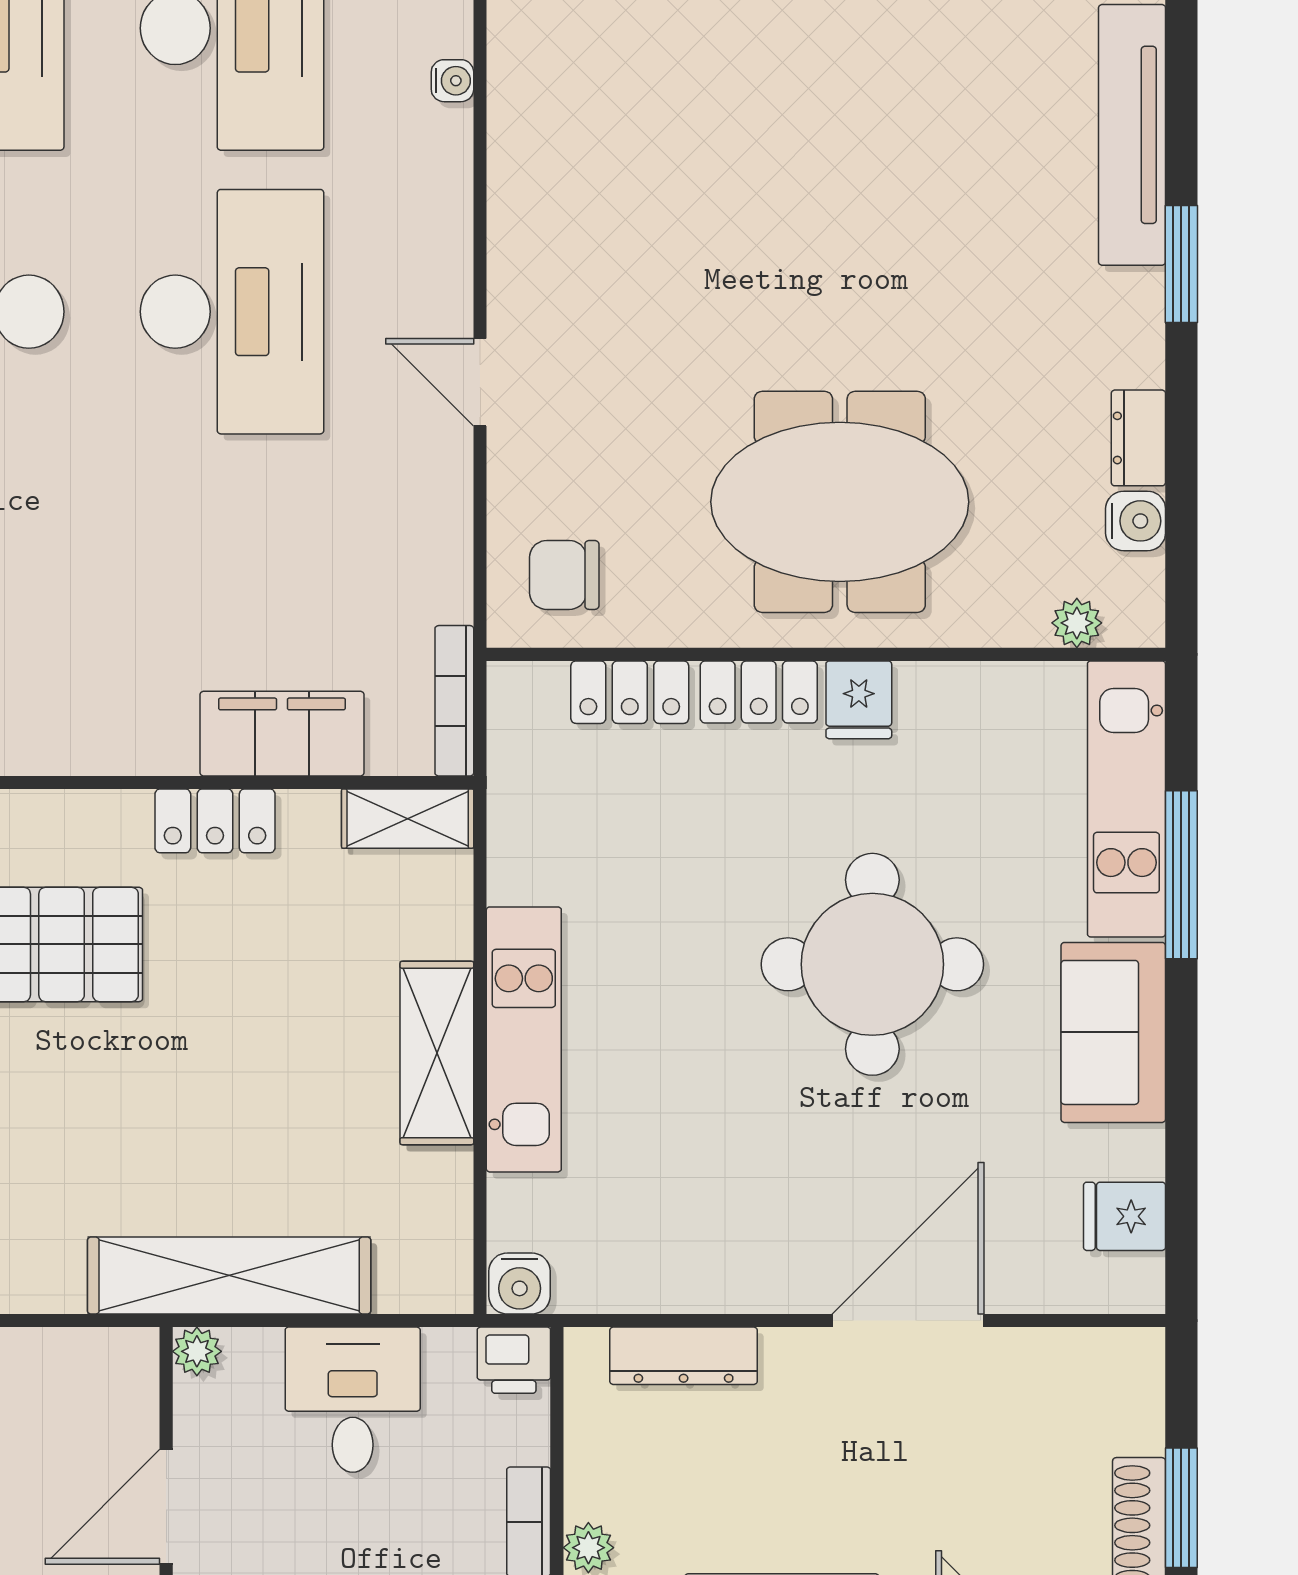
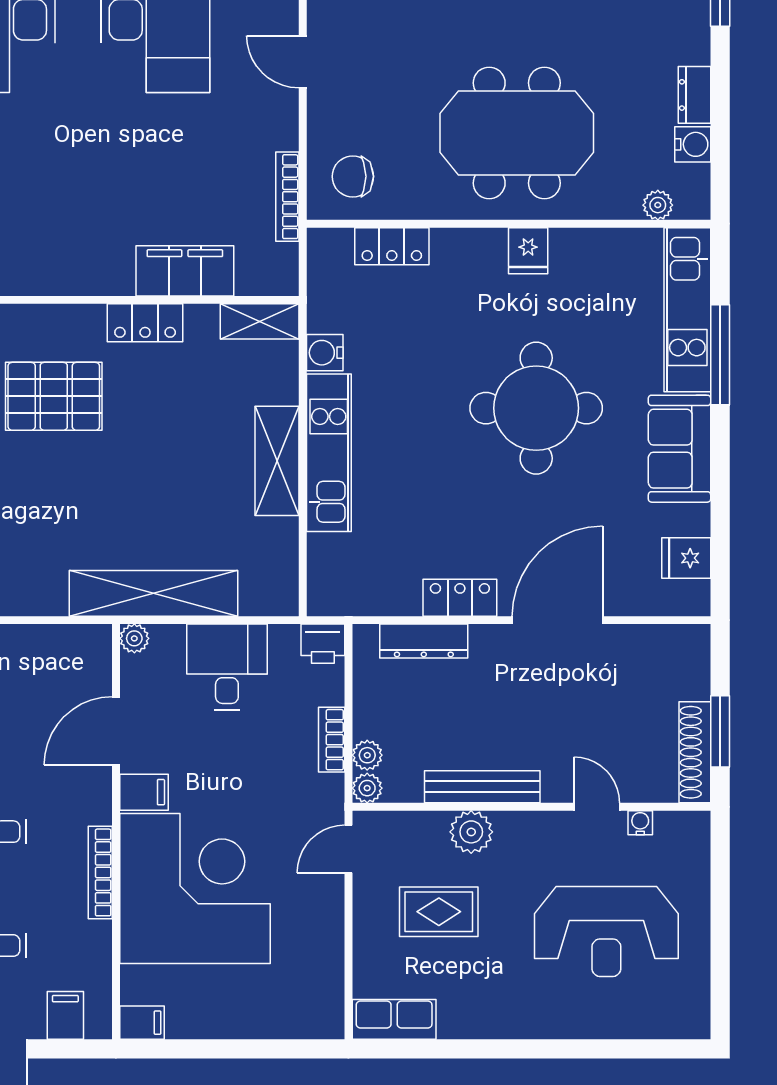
locker: (759, 692) -> (460, 598), moved, turned 180
bookcase: (454, 701) -> (287, 197), moved
water cooler: (520, 1284) -> (325, 353), moved, turned 90

